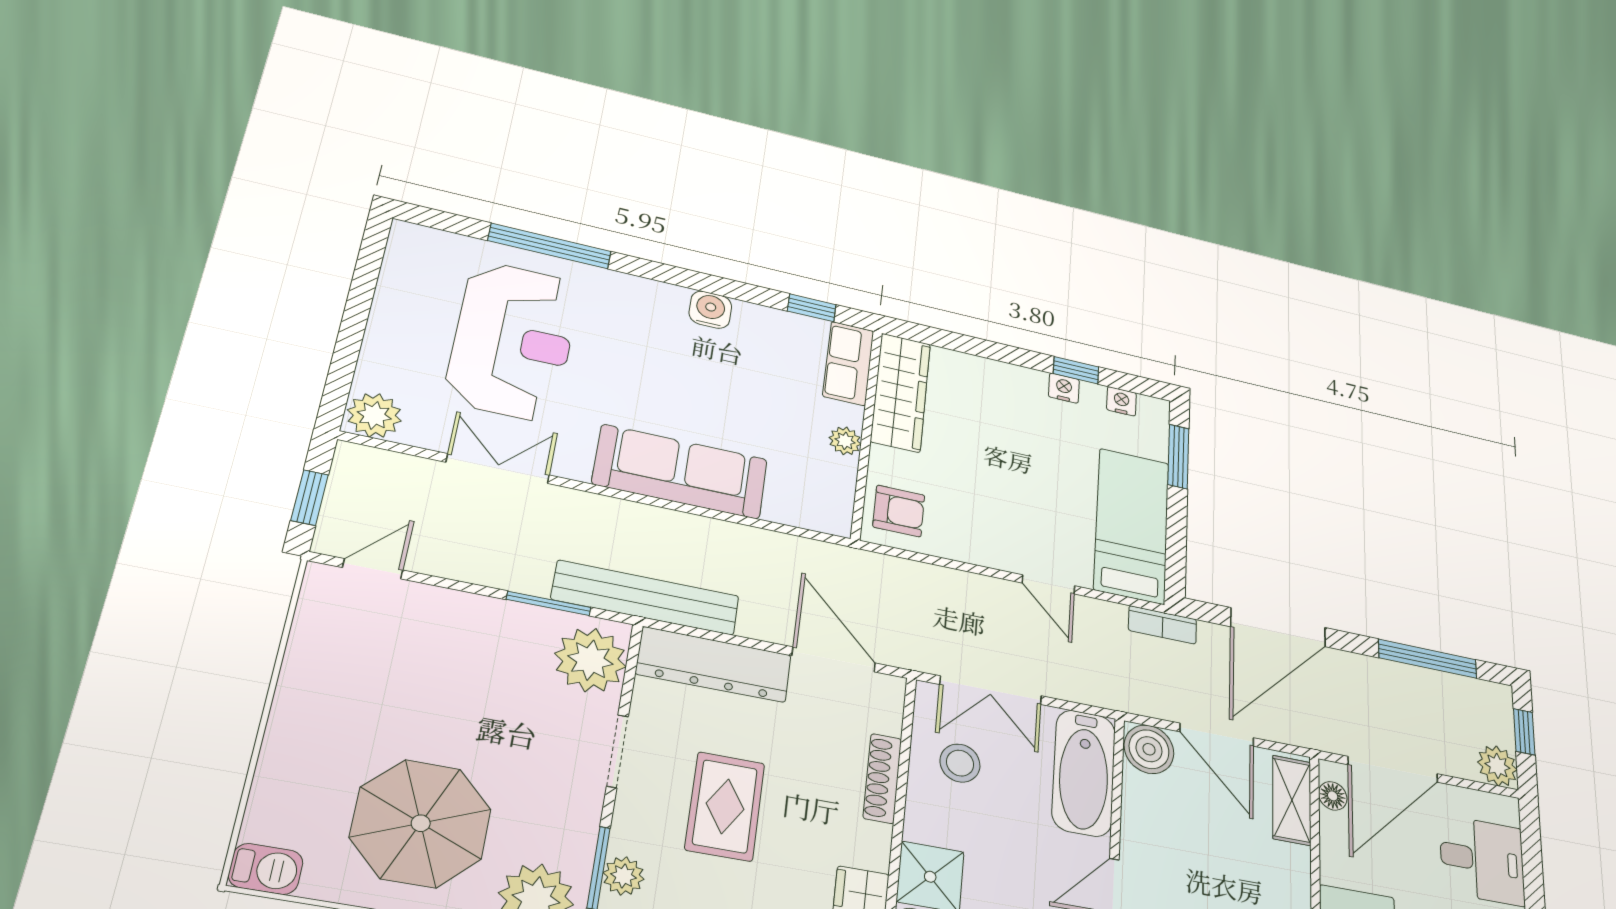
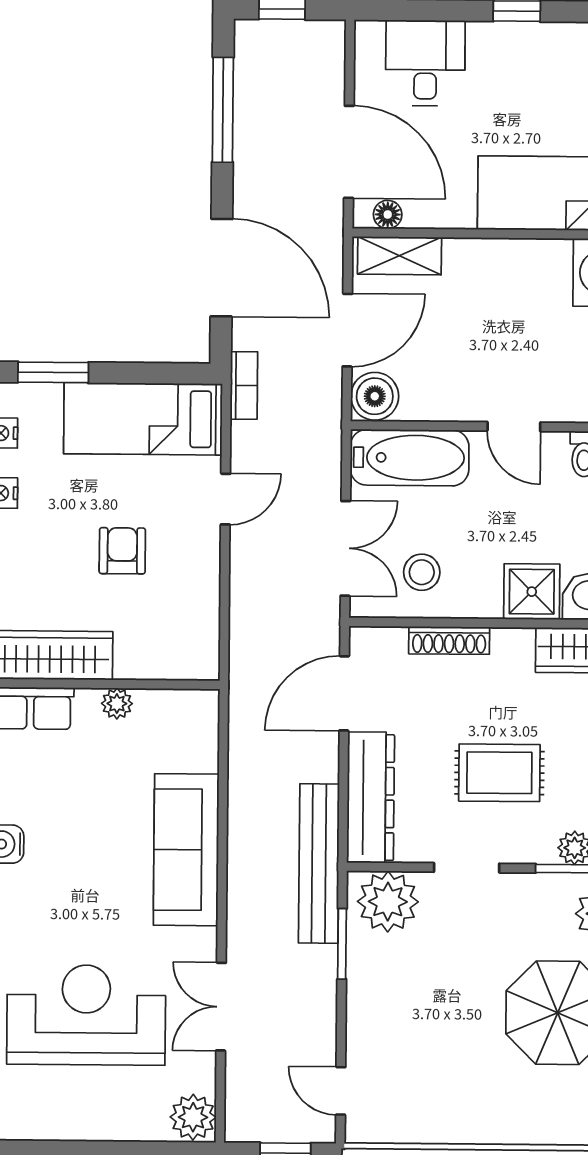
armchair: (899, 511) -> (122, 551), moved
plant: (1497, 766) -> (324, 41), removed

